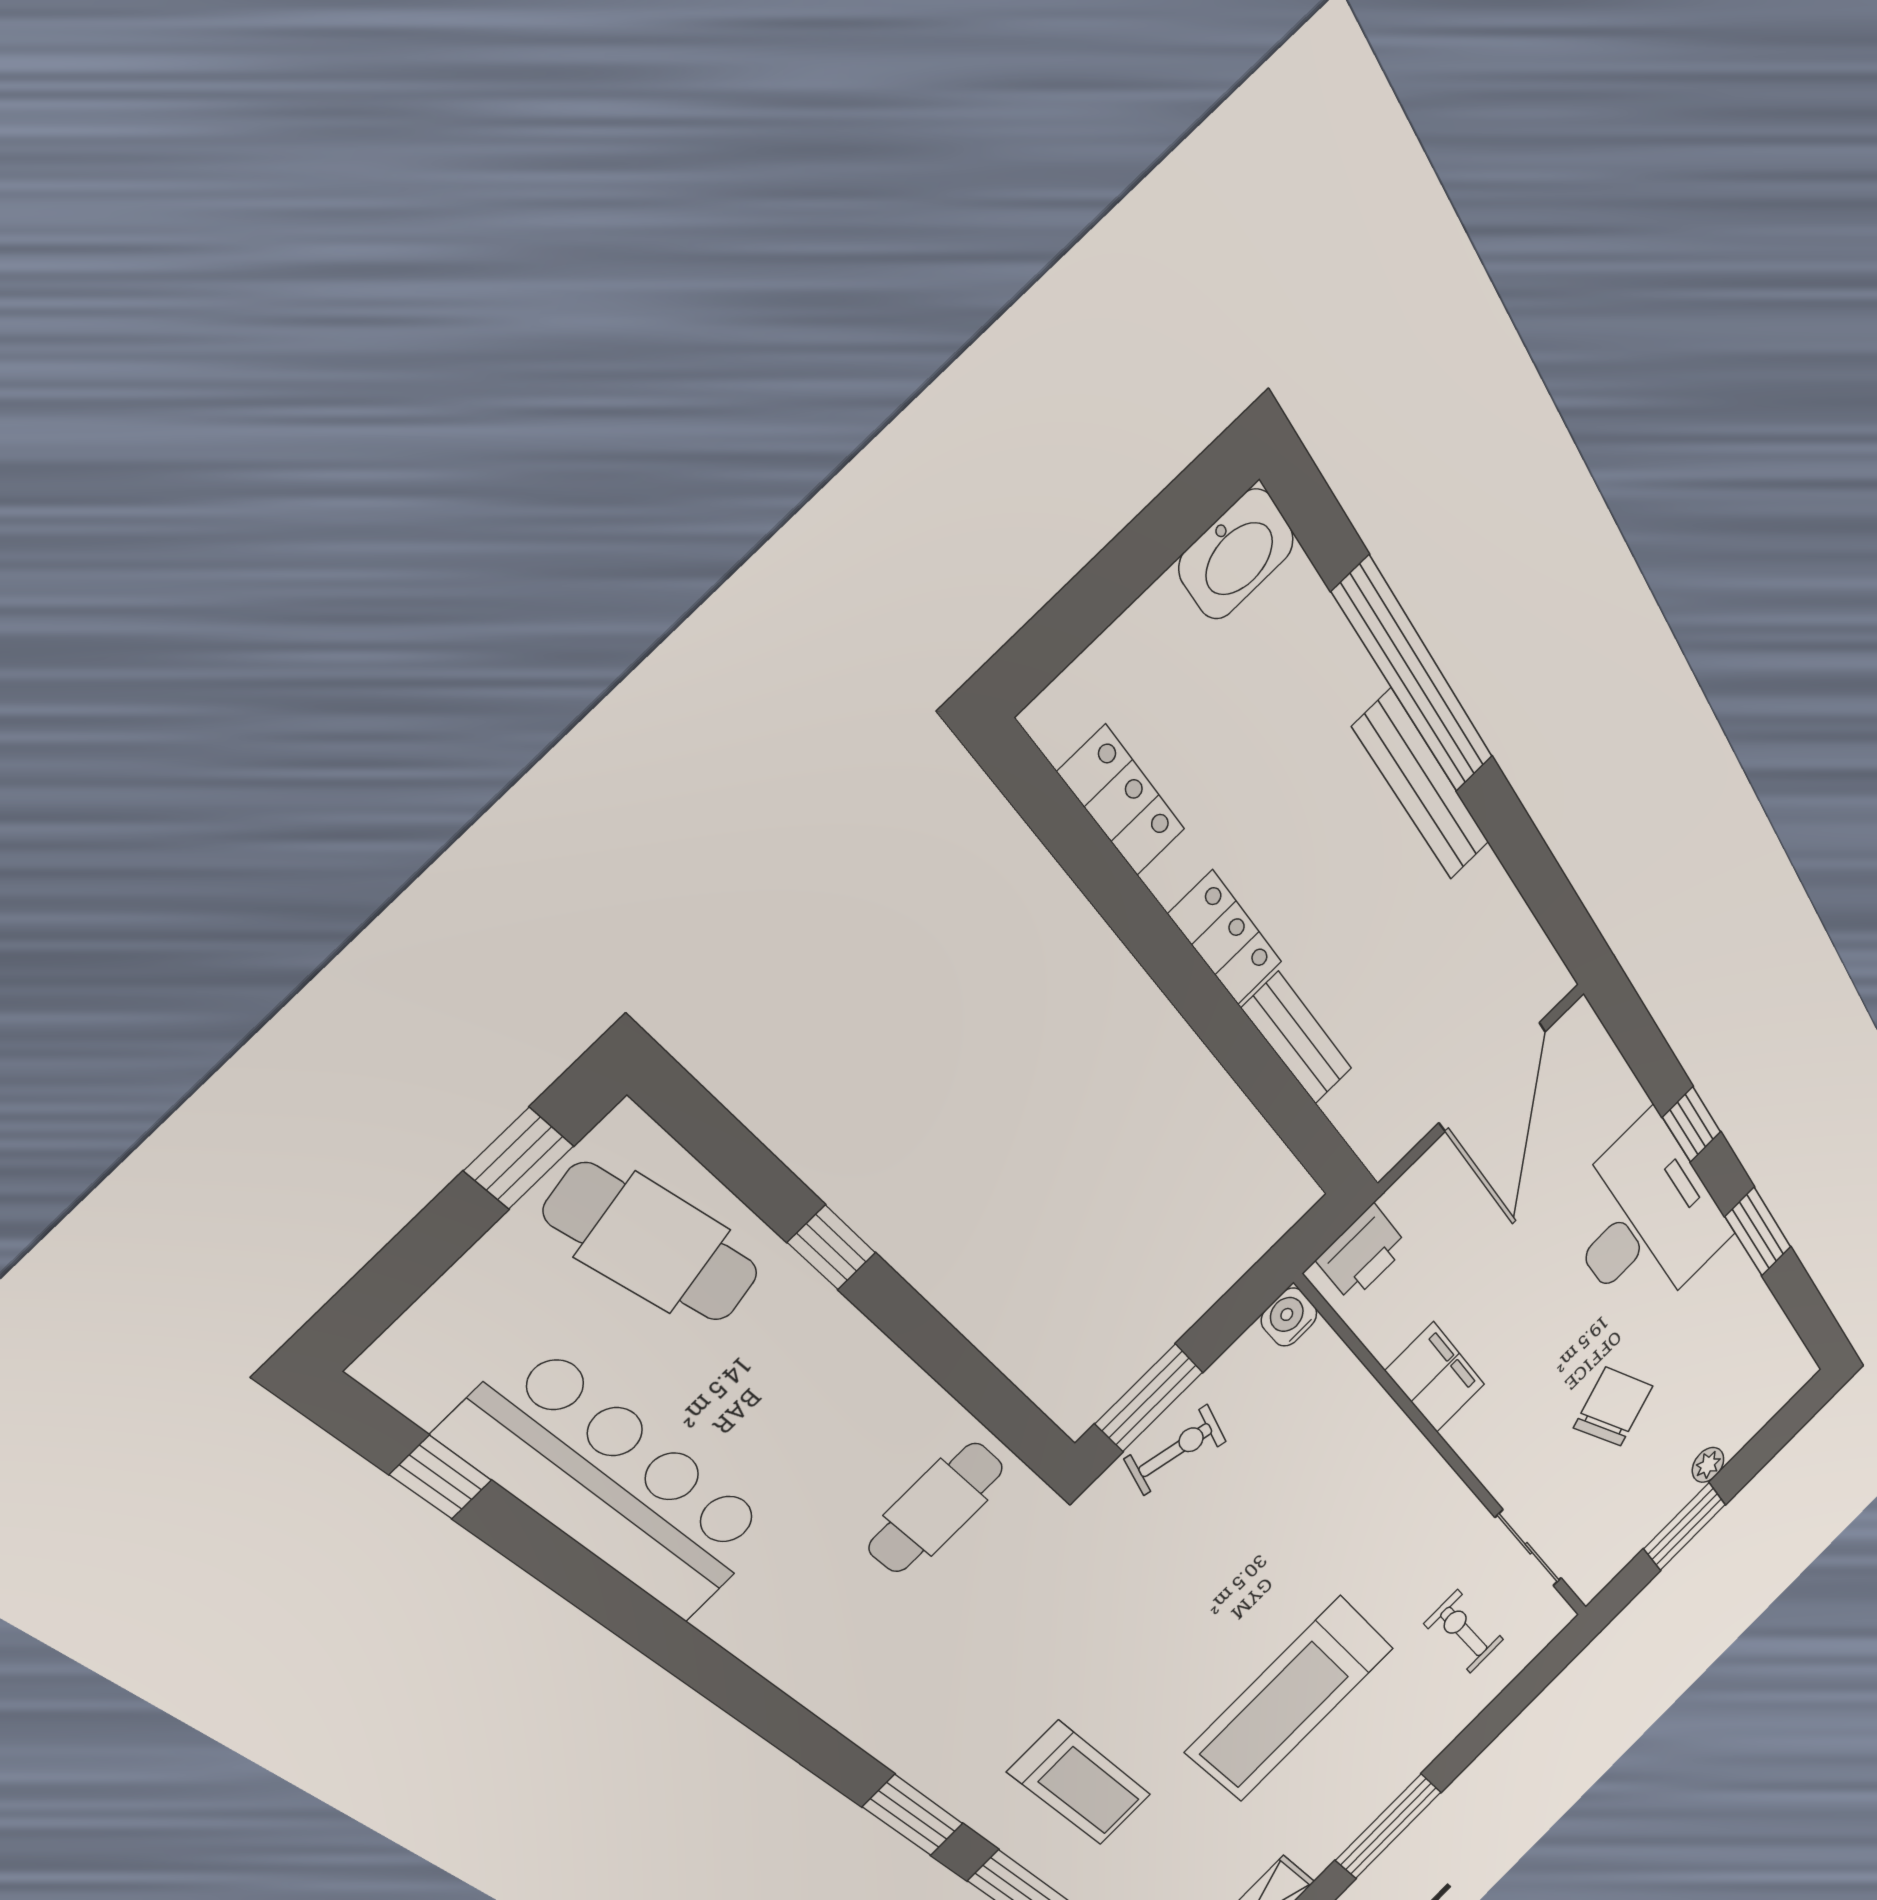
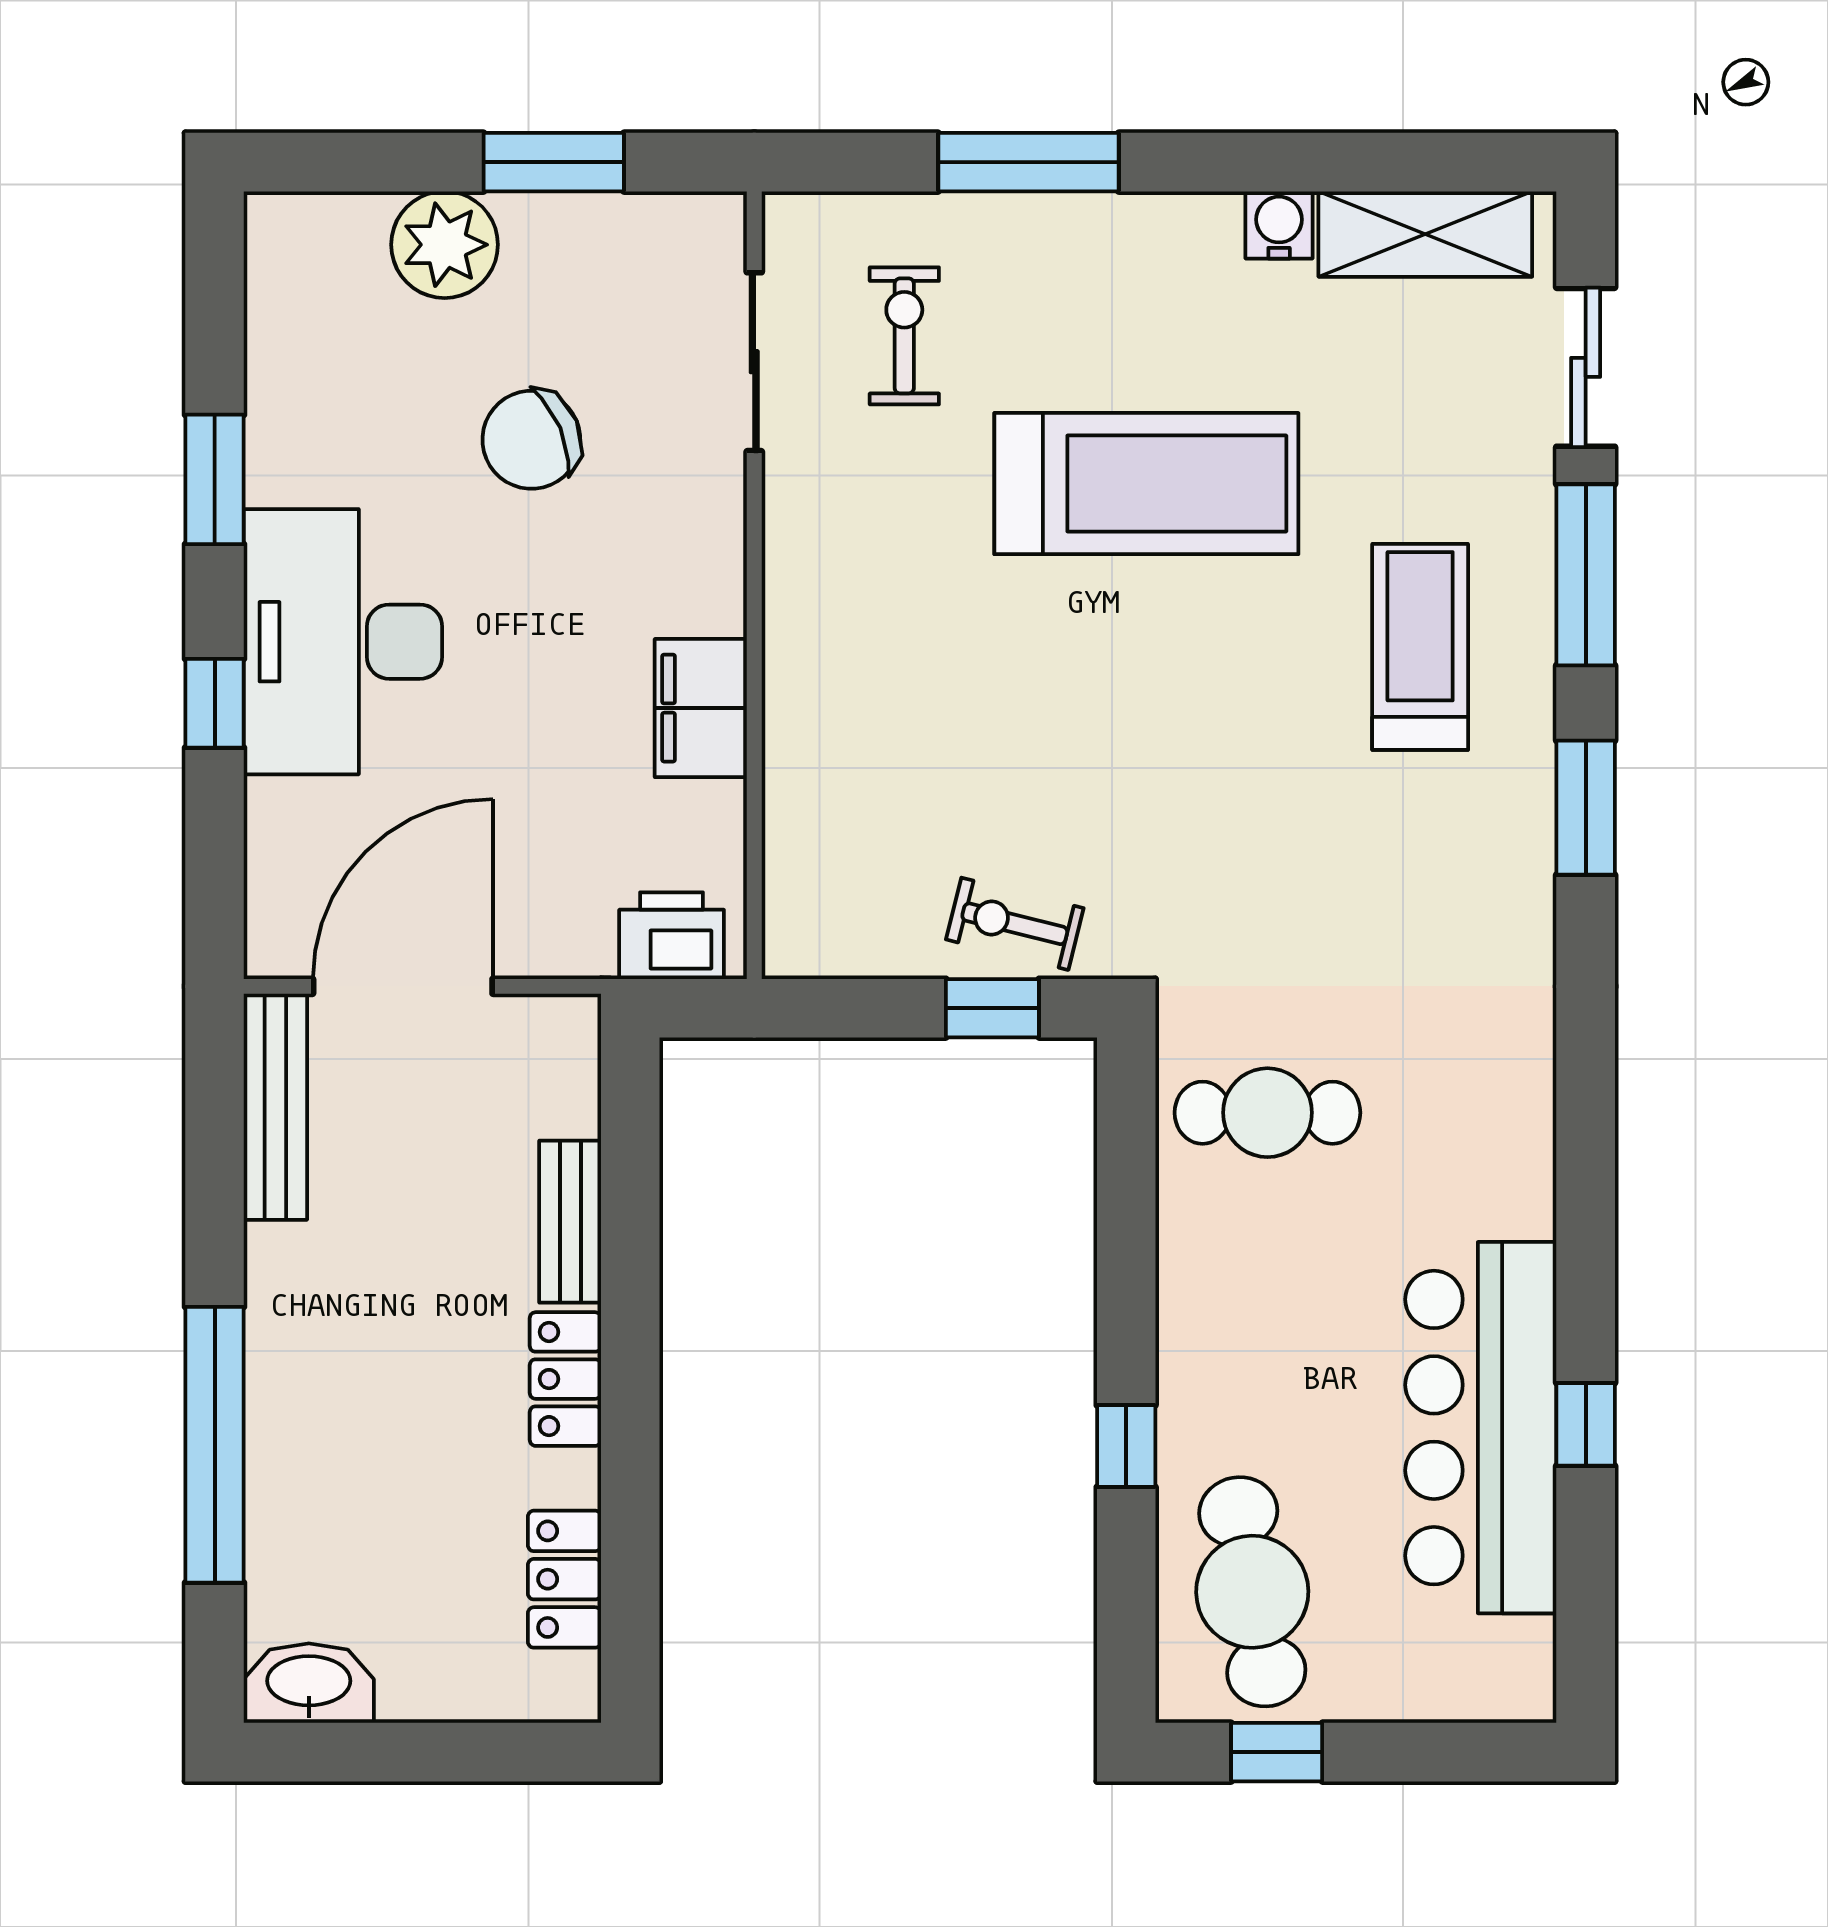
bench: (1422, 786) -> (275, 1107), moved
water cooler: (1289, 1317) -> (1279, 225), moved, turned 180
window: (1149, 1398) -> (992, 1008), width x0.67
plant: (1708, 1465) -> (445, 245), width x1.87, depth x1.87
window: (441, 1477) -> (1586, 1424), moved
exercise bike: (1464, 1632) -> (904, 336), turned 180
window: (1388, 1826) -> (1028, 162), moved

